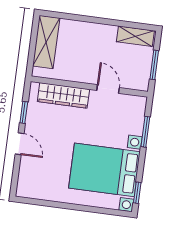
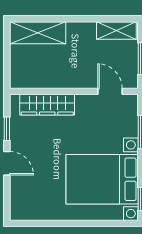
shelving: (46, 42) -> (38, 33), moved, turned 90
door: (108, 89) -> (110, 91), moved

